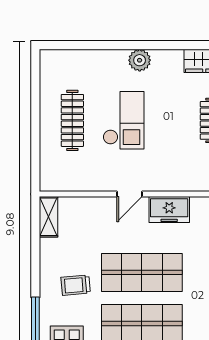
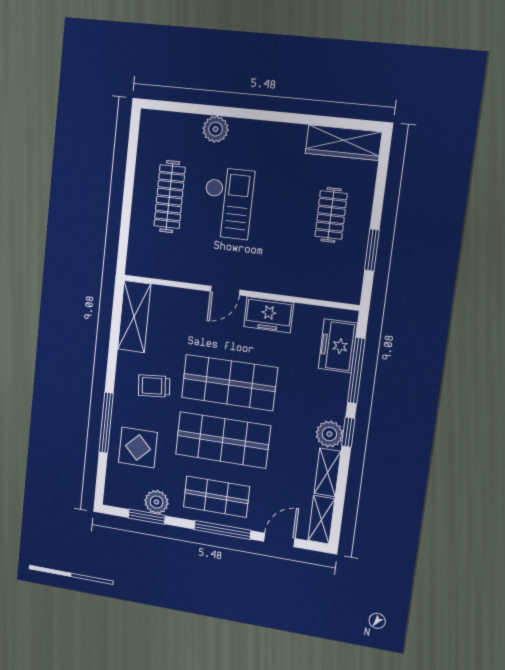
plant: (140, 60) -> (216, 129), moved
shelving: (49, 217) -> (134, 317), width x1.50, depth x1.33

